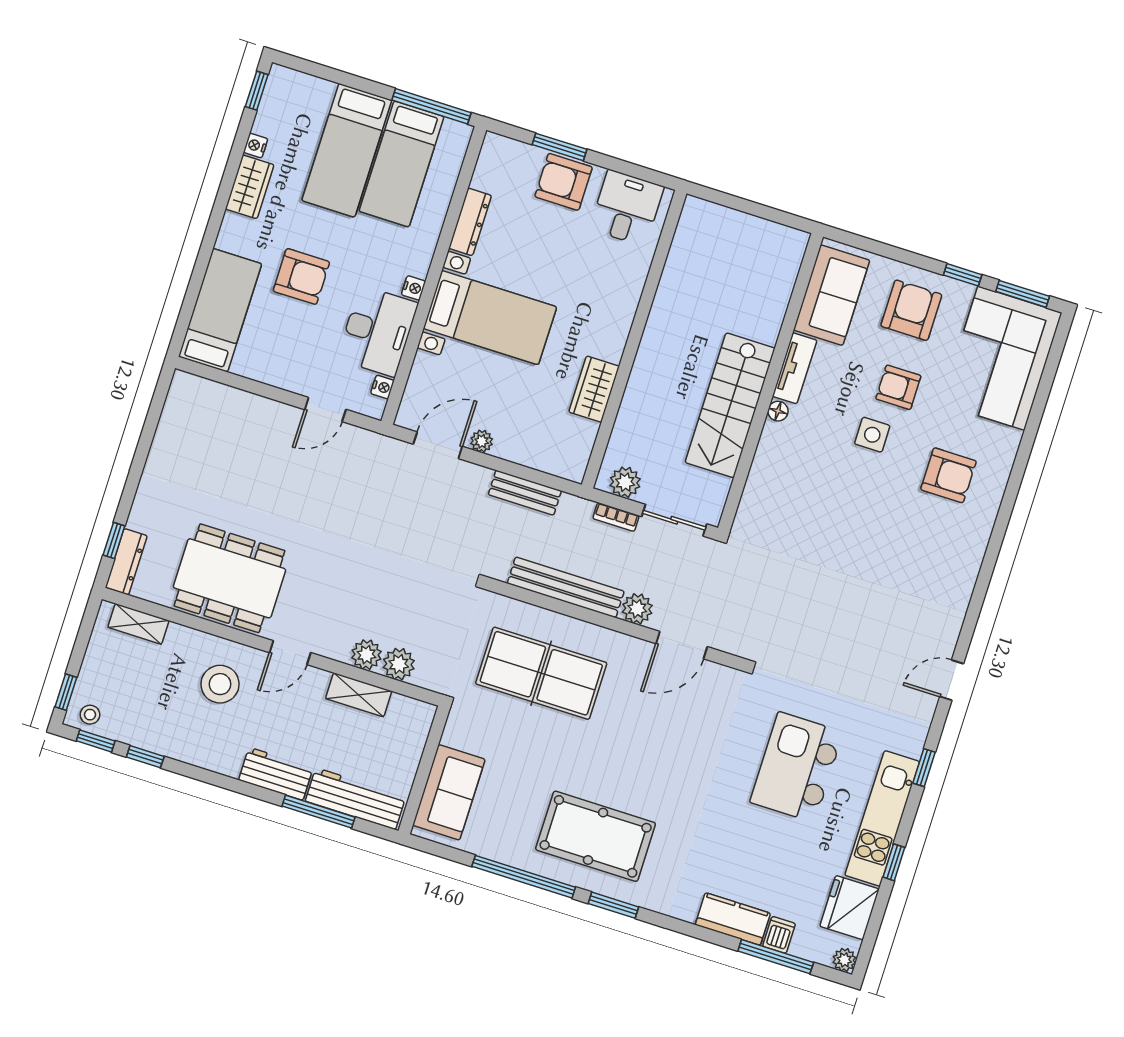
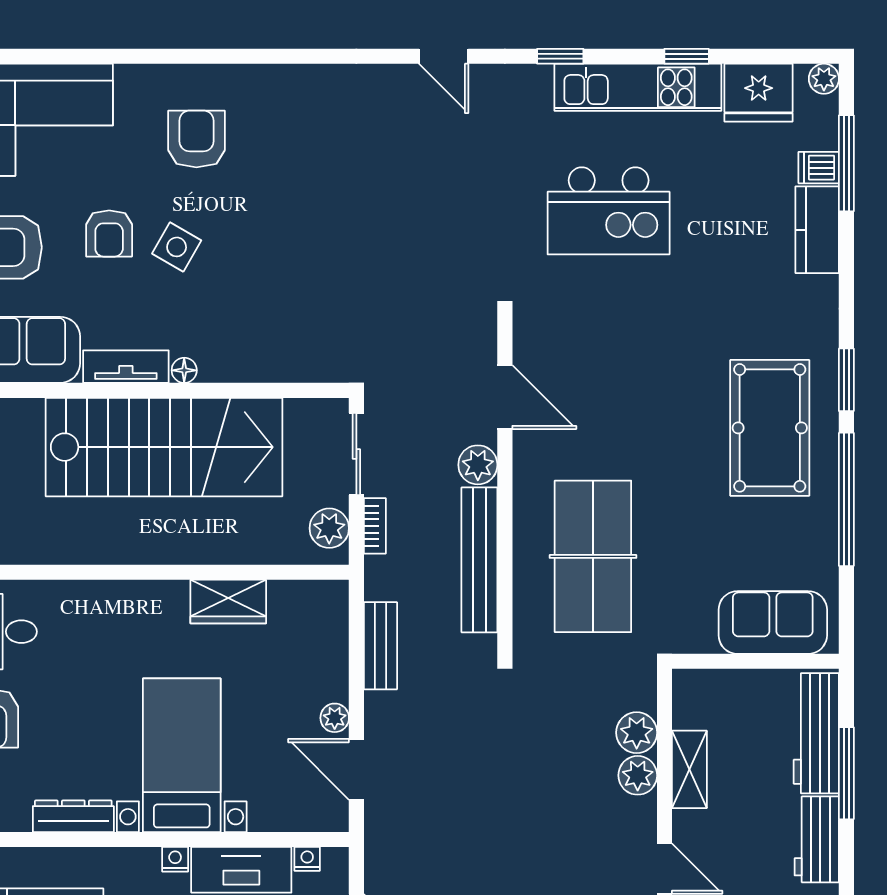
stairs: (730, 405) -> (164, 447), width x1.36, depth x1.51
side table: (872, 435) -> (177, 247), turned 30

